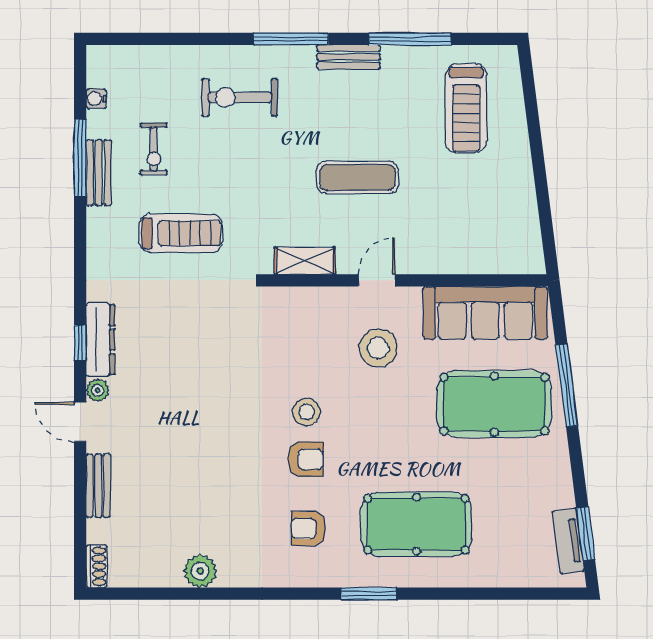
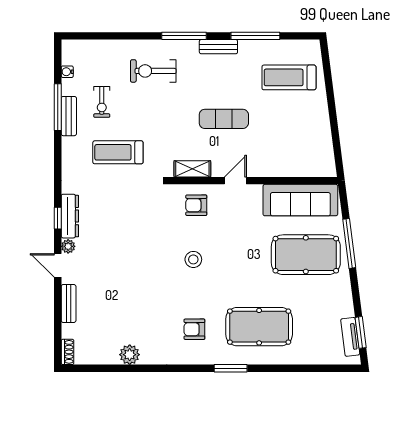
treadmill: (466, 108) -> (289, 77), turned 90
treadmill: (181, 233) -> (118, 152), turned 180
stool: (378, 348) -> (236, 221), removed
armchair: (306, 459) -> (196, 205), moved, turned 180

